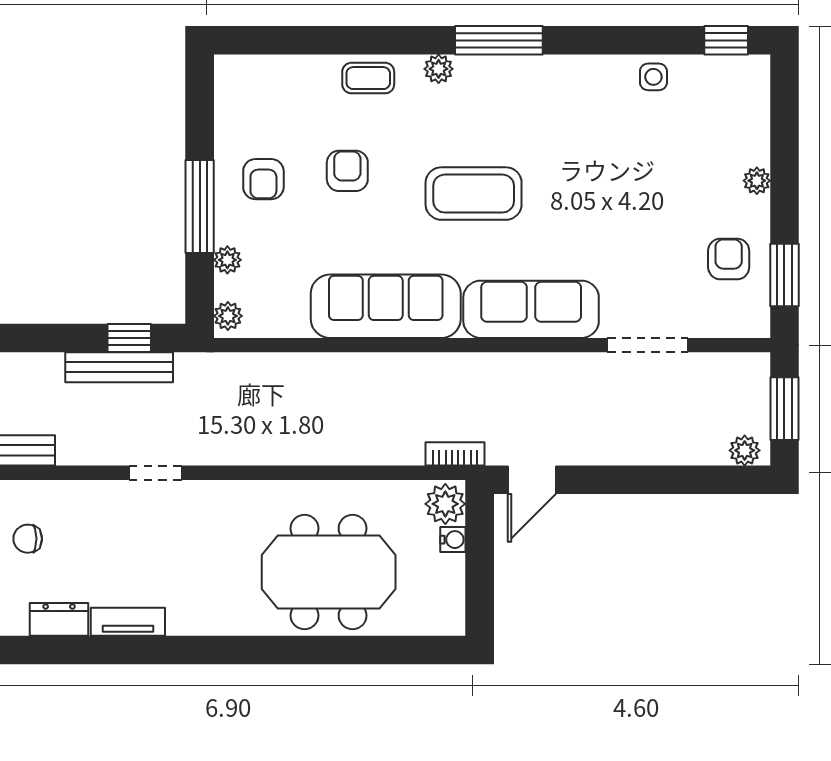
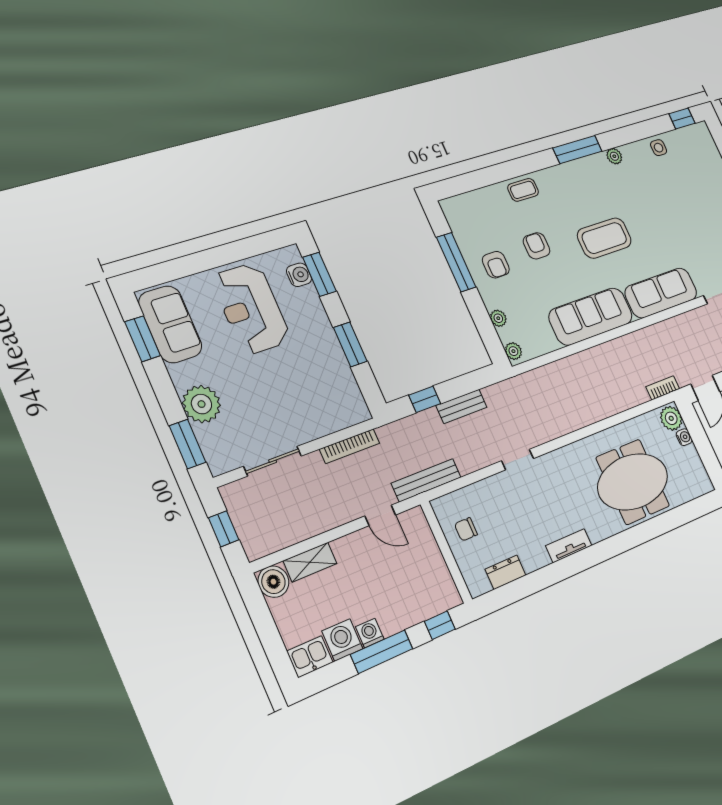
plant: (439, 69) -> (614, 156), moved
window: (200, 206) -> (456, 262), moved
window: (129, 338) -> (425, 399), moved
bench: (119, 367) -> (461, 406), width x0.73
tv unit: (128, 622) -> (569, 546), moved

